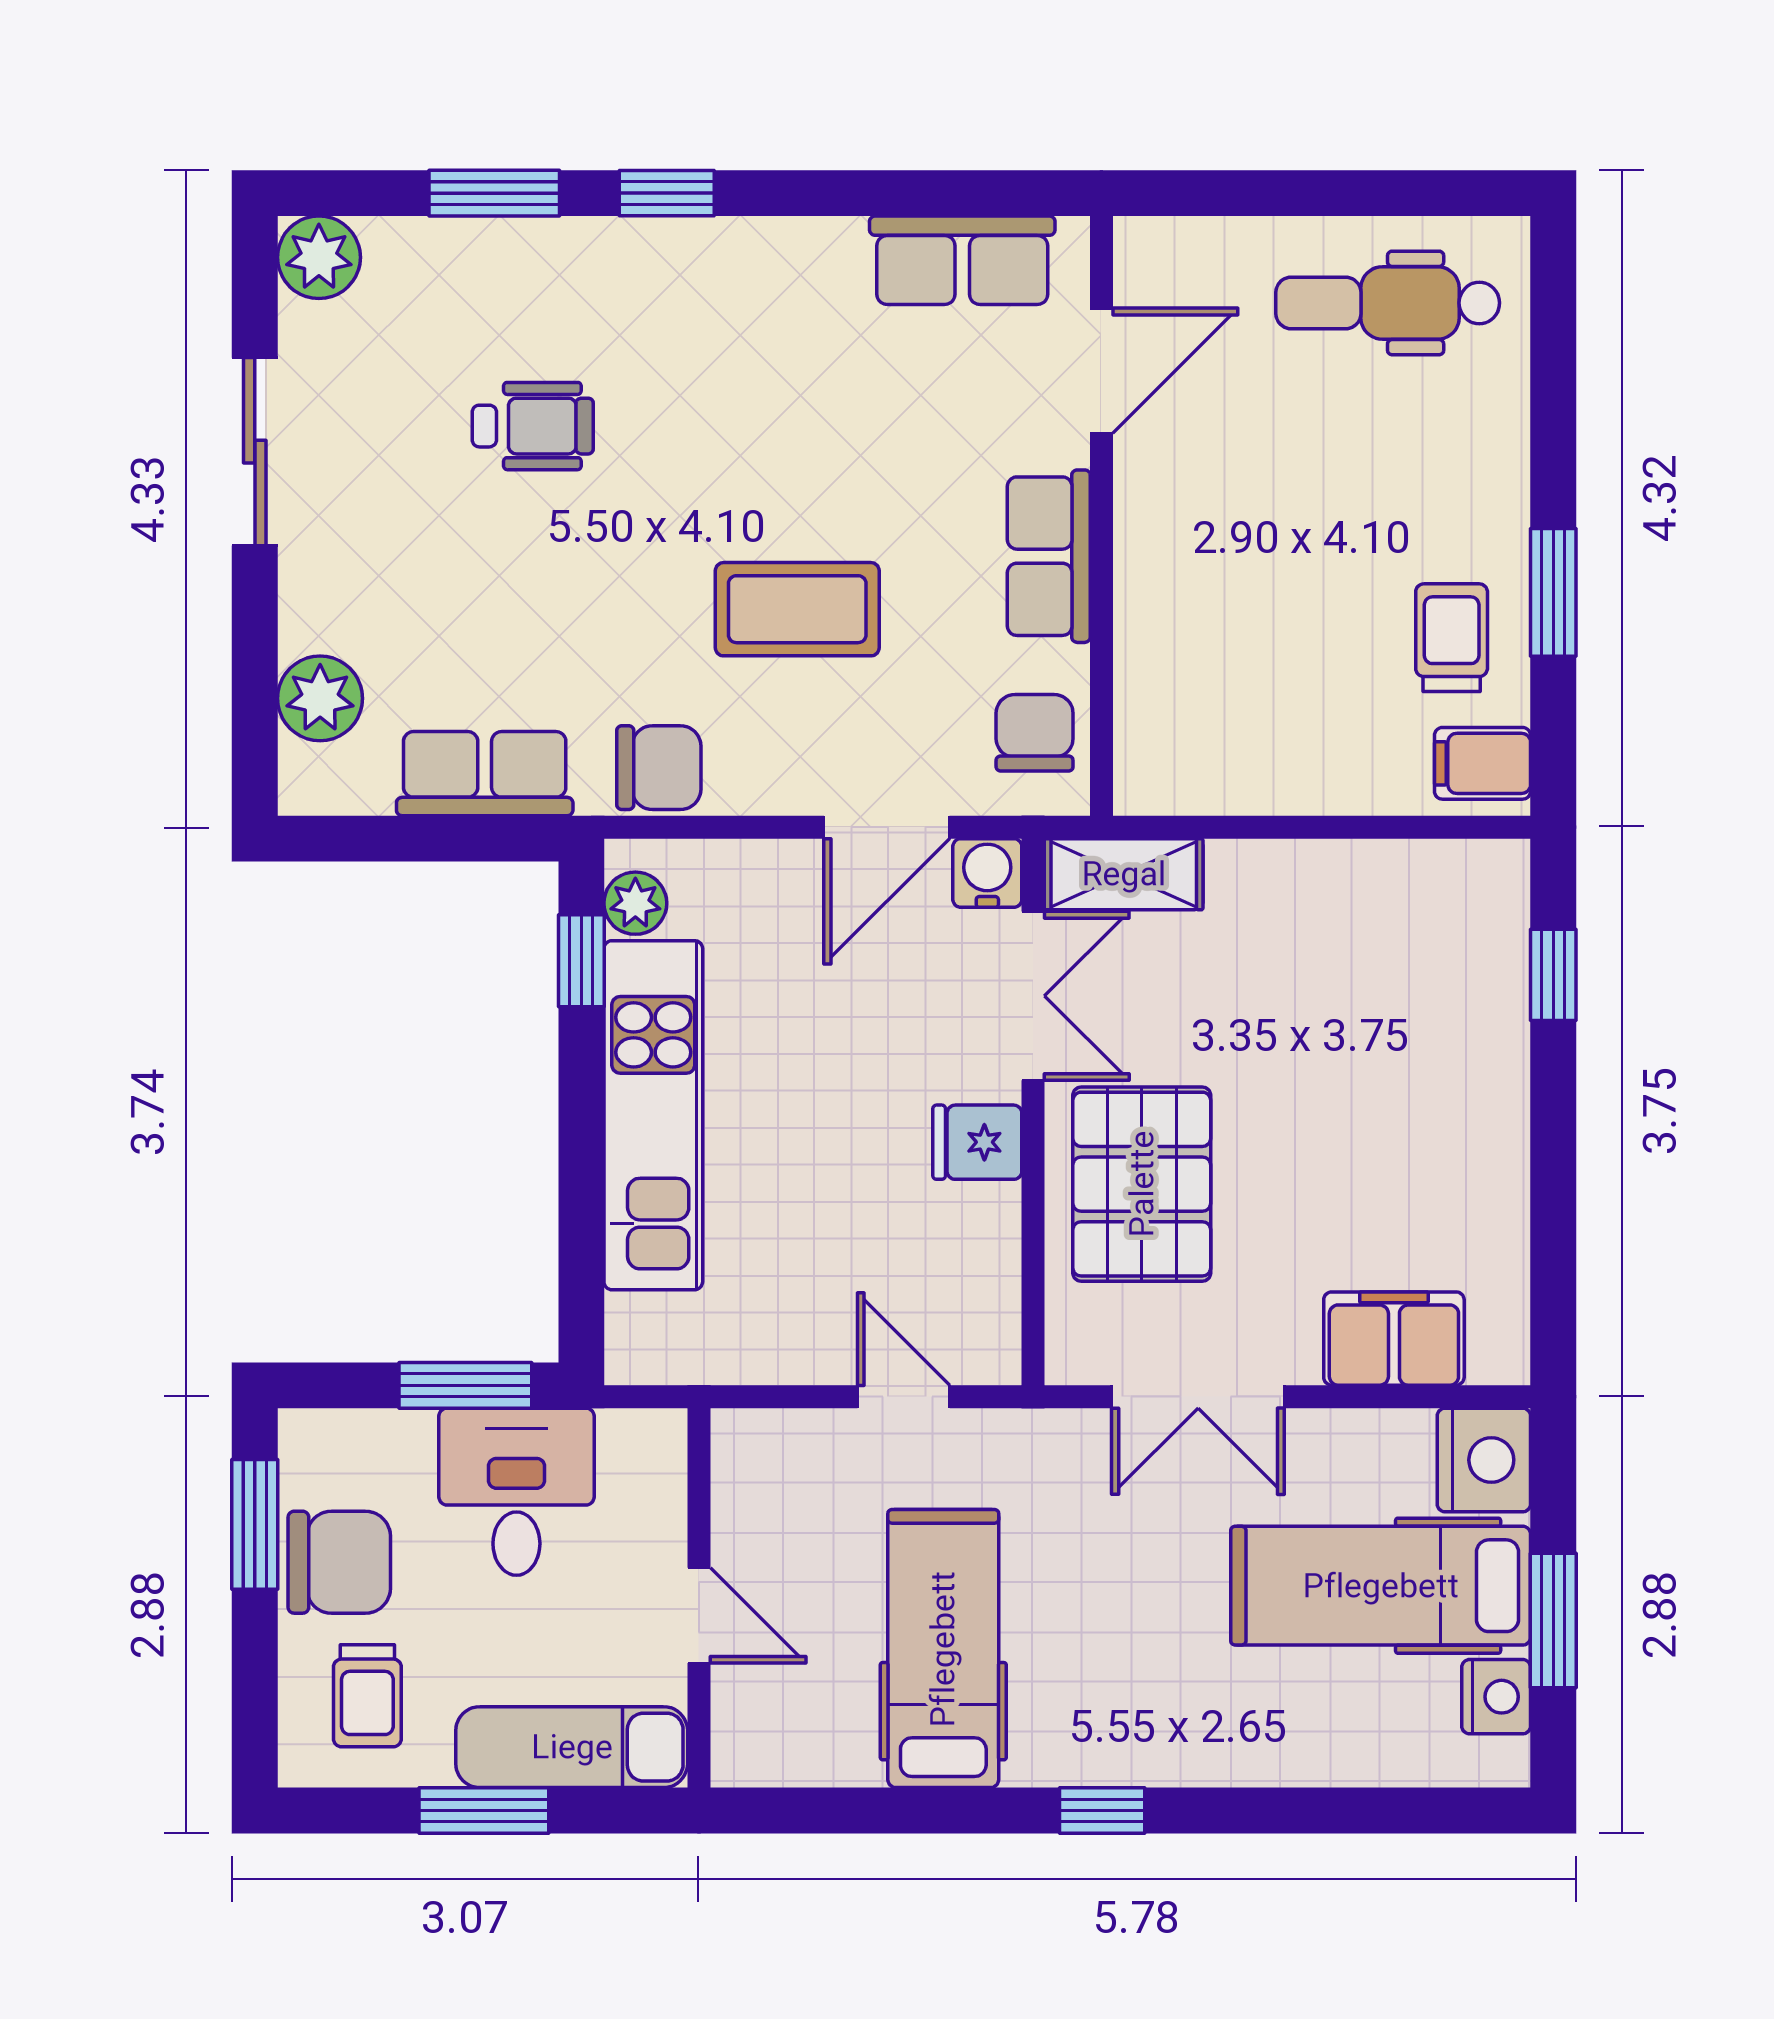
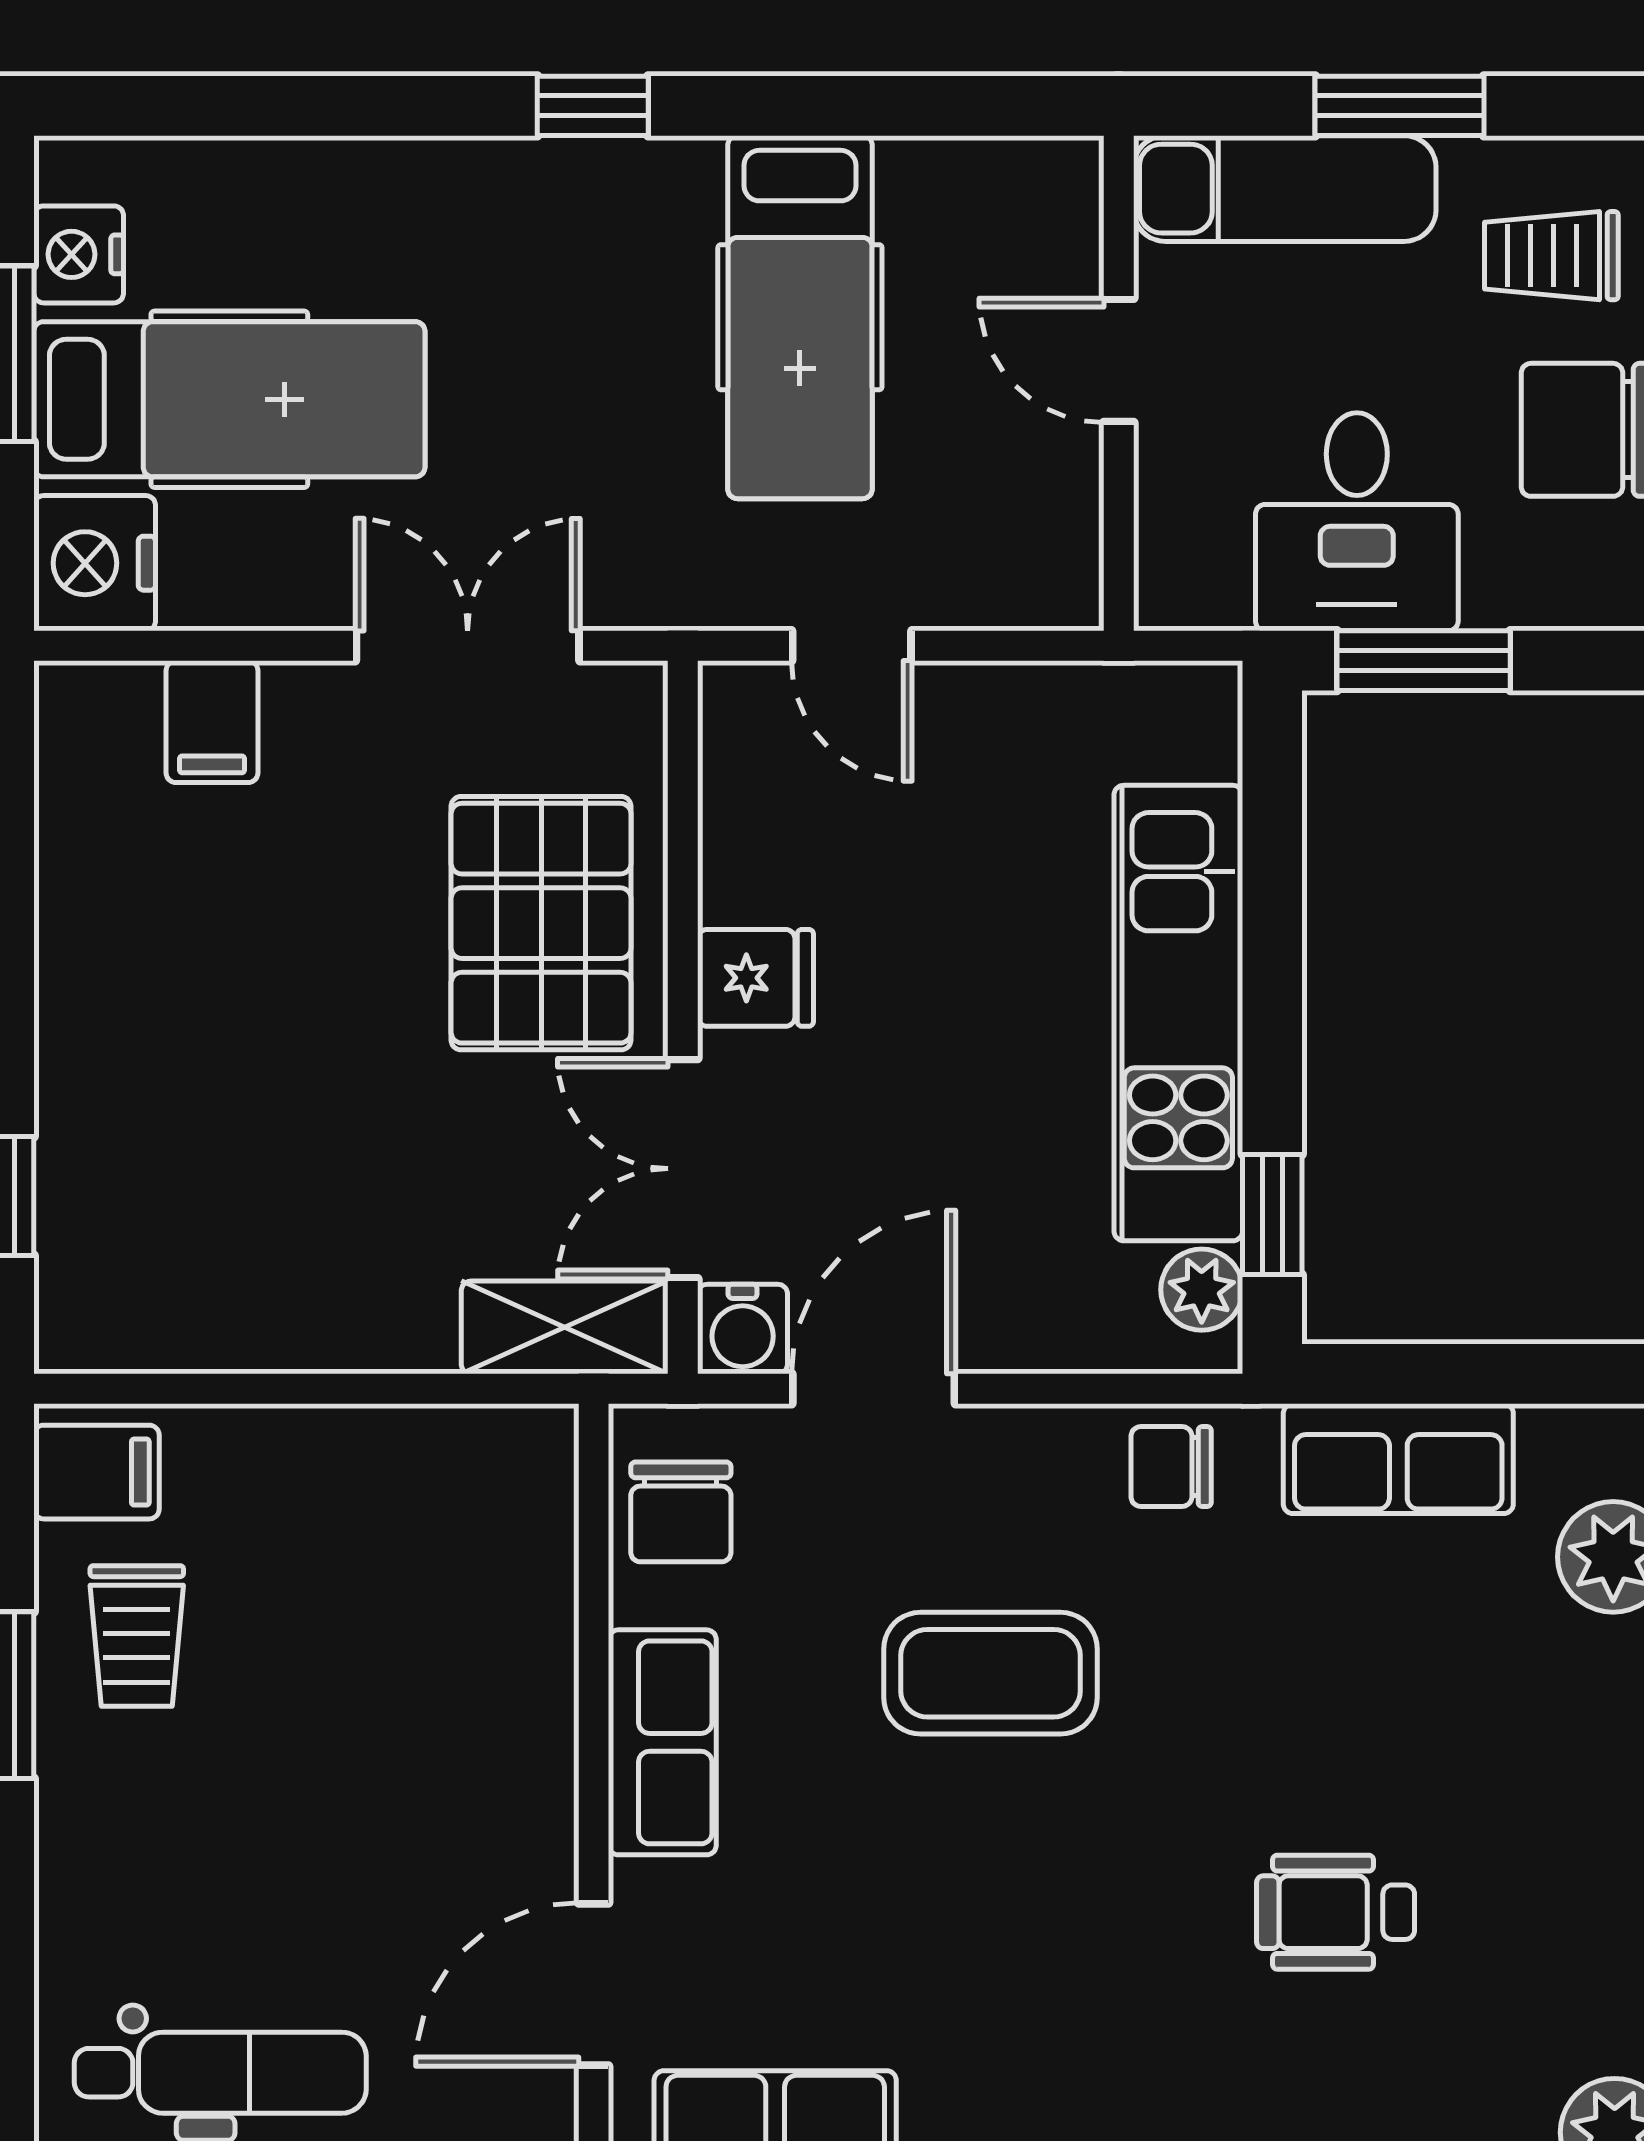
chair: (659, 768) -> (1171, 1466), width x0.73, depth x0.73
filing cabinet: (1394, 1339) -> (212, 722), width x0.50
trolley: (367, 1696) -> (1551, 256), turned -90

